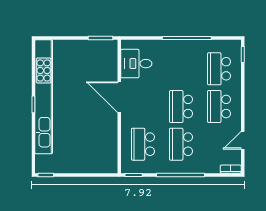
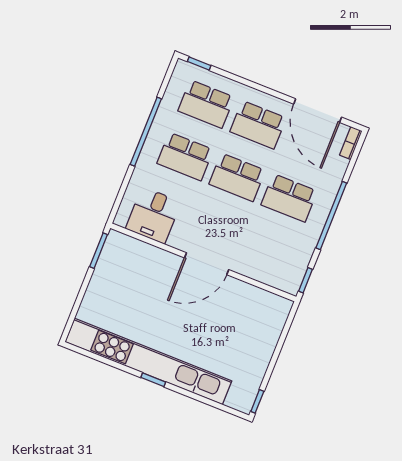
door: (119, 97) -> (207, 264), moved
door: (243, 140) -> (318, 111), width x1.87
school desk: (143, 144) -> (185, 157), moved

